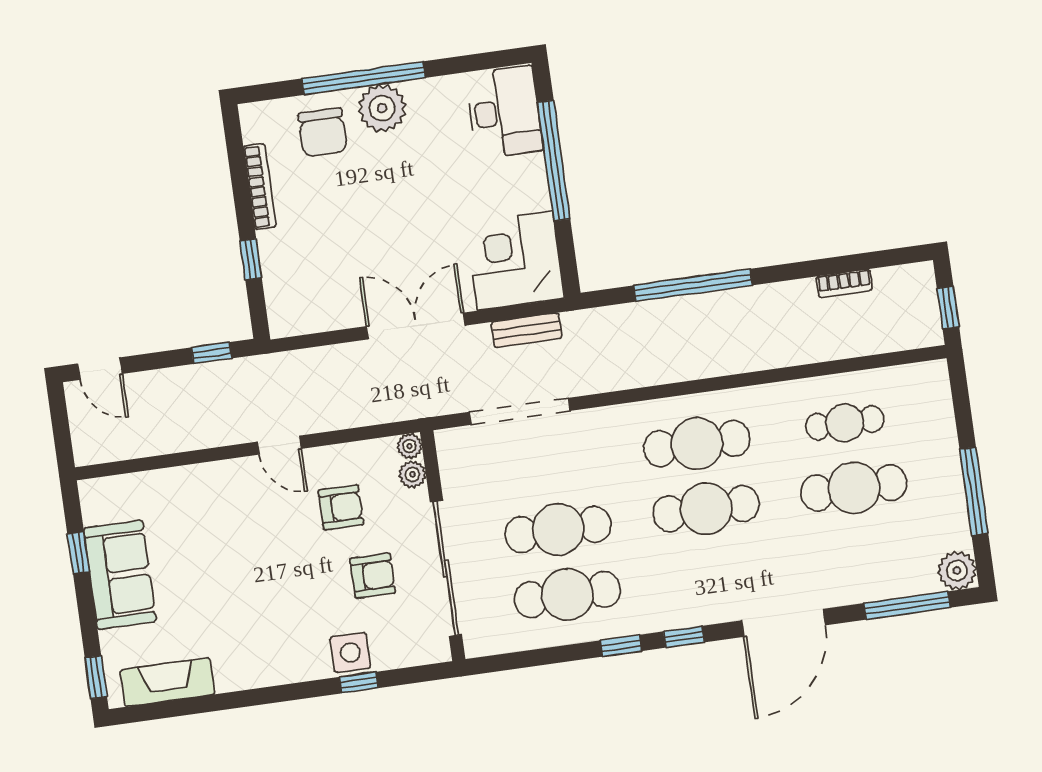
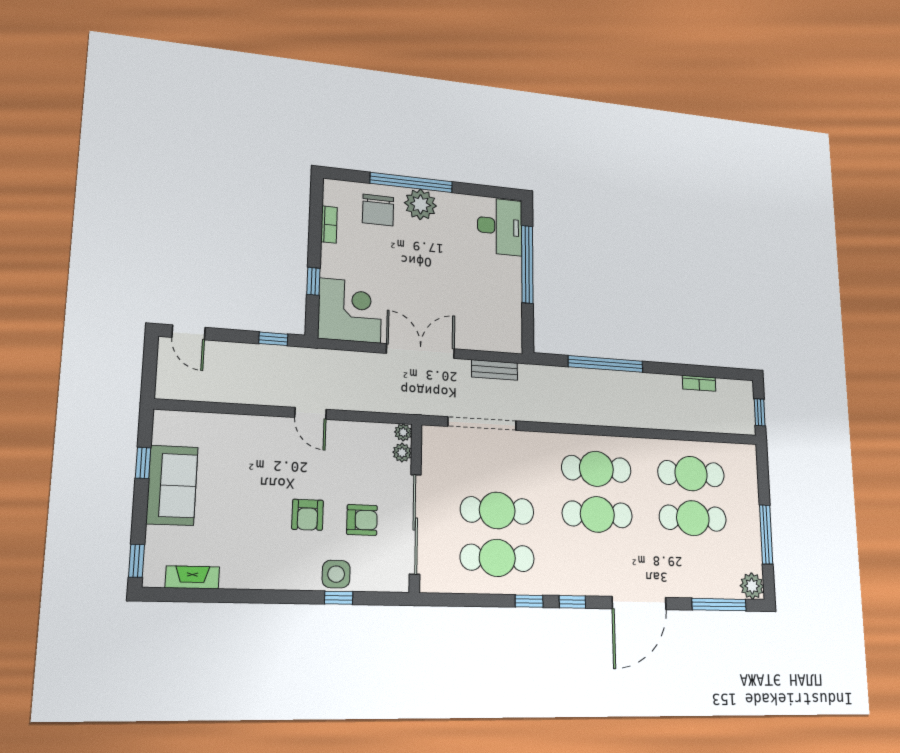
bookcase: (260, 187) -> (329, 224), width x0.64
corner desk: (515, 261) -> (350, 311), moved, turned 90
cafe table: (845, 423) -> (691, 474), width x1.37, depth x1.35
armchair: (341, 507) -> (308, 515), moved, turned 90
fireplace: (167, 682) -> (192, 577), width x0.73, depth x0.76

